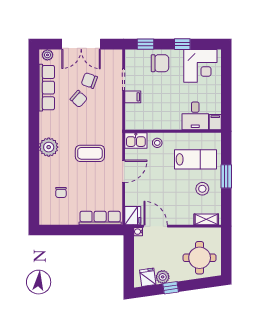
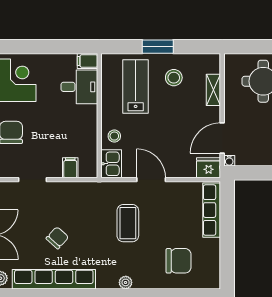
chair: (89, 81) -> (34, 224), removed
row of seats: (47, 88) -> (54, 279), width x1.36
filing cabinet: (133, 97) -> (70, 168), moved
plant: (49, 147) -> (126, 282), width x0.53, depth x0.53
chair: (61, 192) -> (178, 261), width x1.87, depth x1.87
shelving: (206, 219) -> (213, 90), moved

